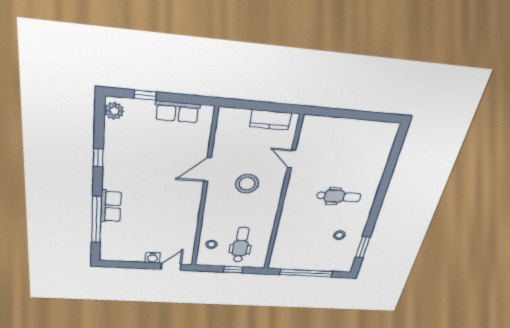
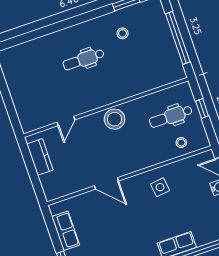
stool: (247, 184) -> (115, 119), moved
dental chair: (339, 196) -> (84, 59), turned -90
side table: (178, 213) -> (160, 187), added

